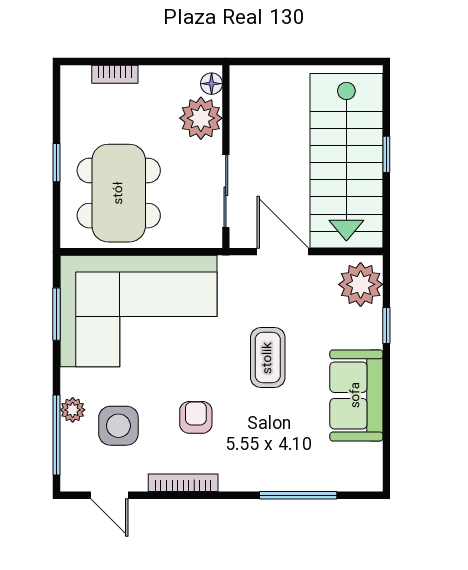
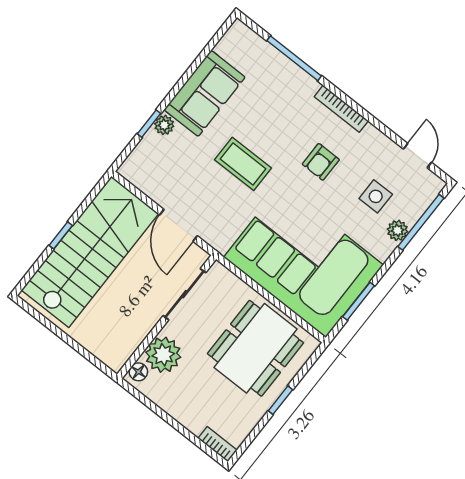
bookcase: (115, 74) -> (217, 444), moved
plant: (361, 284) -> (164, 125), moved, width x0.53, depth x0.53
coffee table: (268, 358) -> (243, 164), turned 90
side table: (118, 426) -> (376, 196), width x0.73, depth x0.73
bookcase: (183, 483) -> (341, 109), moved

